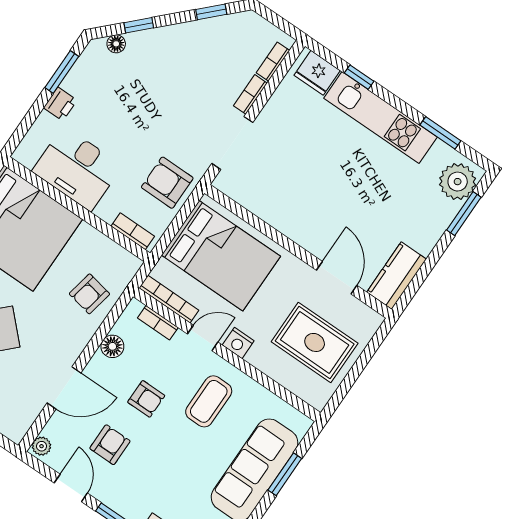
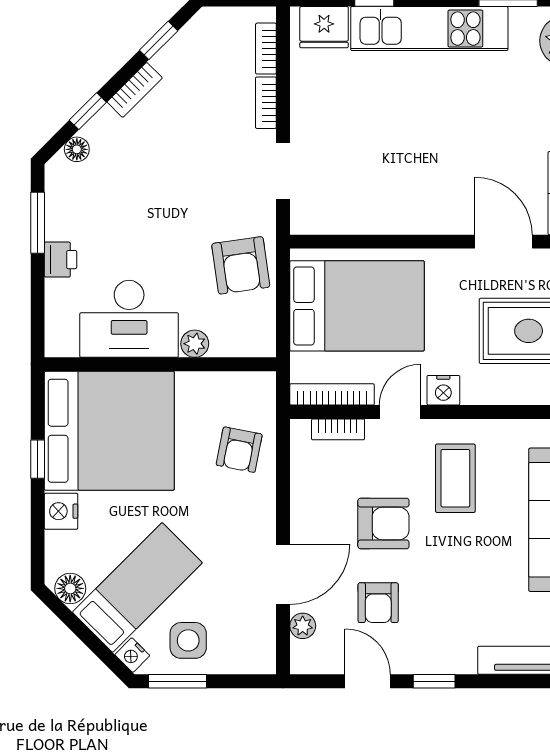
doorway: (232, 143) -> (283, 171), width x0.73
armchair: (167, 183) -> (241, 265), turned -98
plant: (107, 211) -> (195, 344), added
bookcase: (133, 231) -> (135, 90), moved, turned 135
floor lamp: (112, 346) -> (305, 491), removed
armchair: (146, 399) -> (383, 524), width x1.38, depth x1.38
armchair: (110, 445) -> (378, 603), turned 180
plant: (41, 446) -> (303, 626), moved

